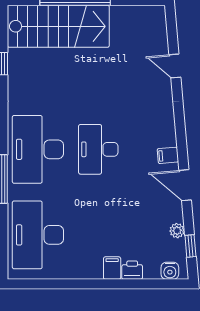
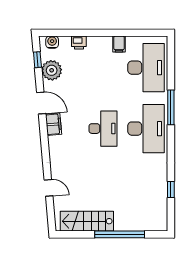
stairs: (58, 26) -> (87, 221), moved, width x0.73, depth x0.66
filing cabinet: (168, 155) -> (53, 124), width x2.00
plant: (177, 231) -> (52, 70), width x1.88, depth x1.88
filing cabinet: (112, 268) -> (119, 44), moved

